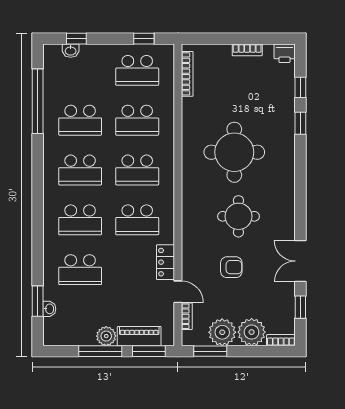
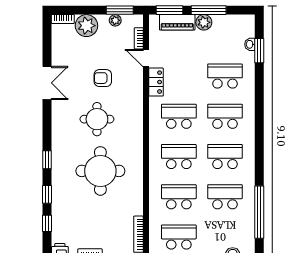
window: (300, 307) -> (47, 160), moved
plant: (222, 332) -> (115, 20), width x0.53, depth x0.53

